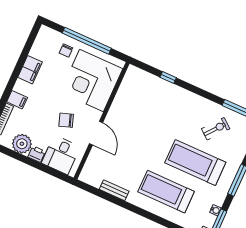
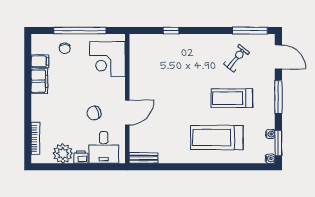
corner desk: (91, 81) -> (107, 59), width x0.74, depth x0.74
filing cabinet: (17, 100) -> (40, 61), moved
door: (96, 133) -> (127, 113), hinge flipped
treadmill: (195, 162) -> (232, 98), width x0.73, depth x0.73
bench: (114, 190) -> (144, 158), moved

